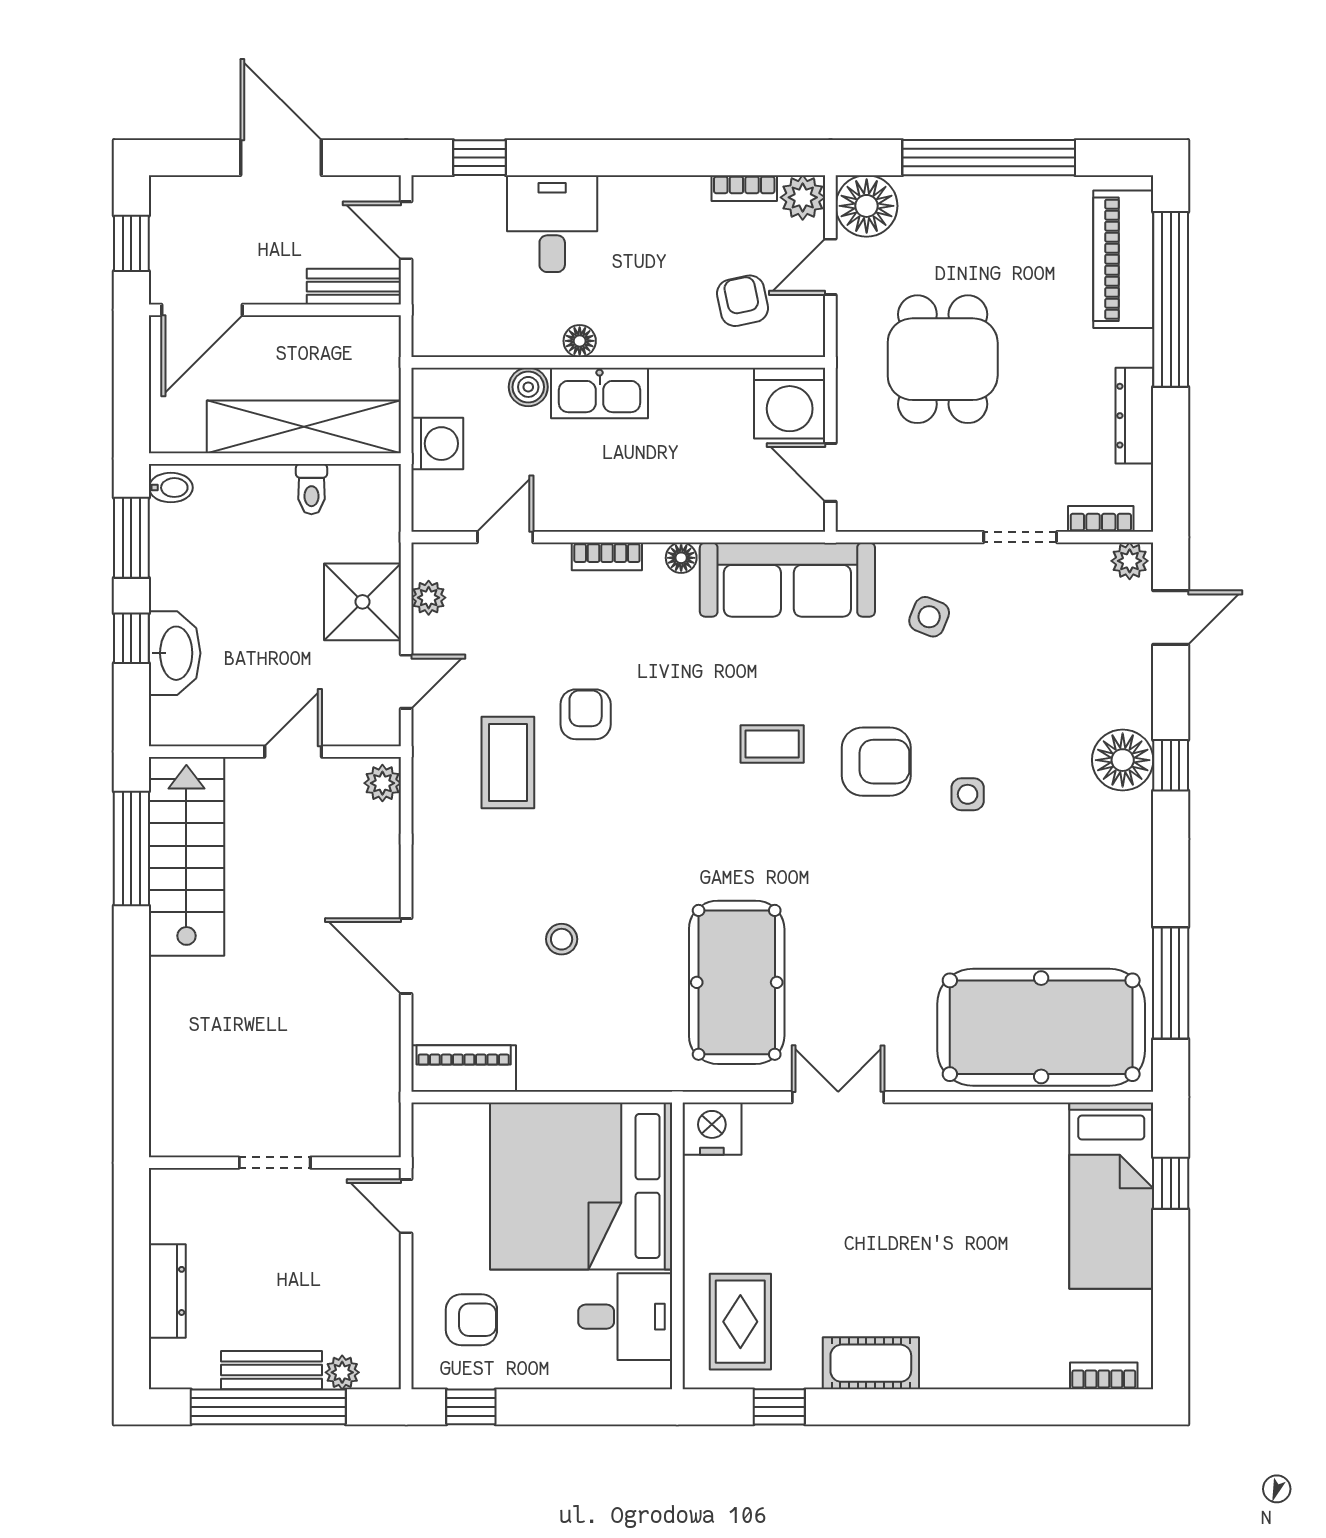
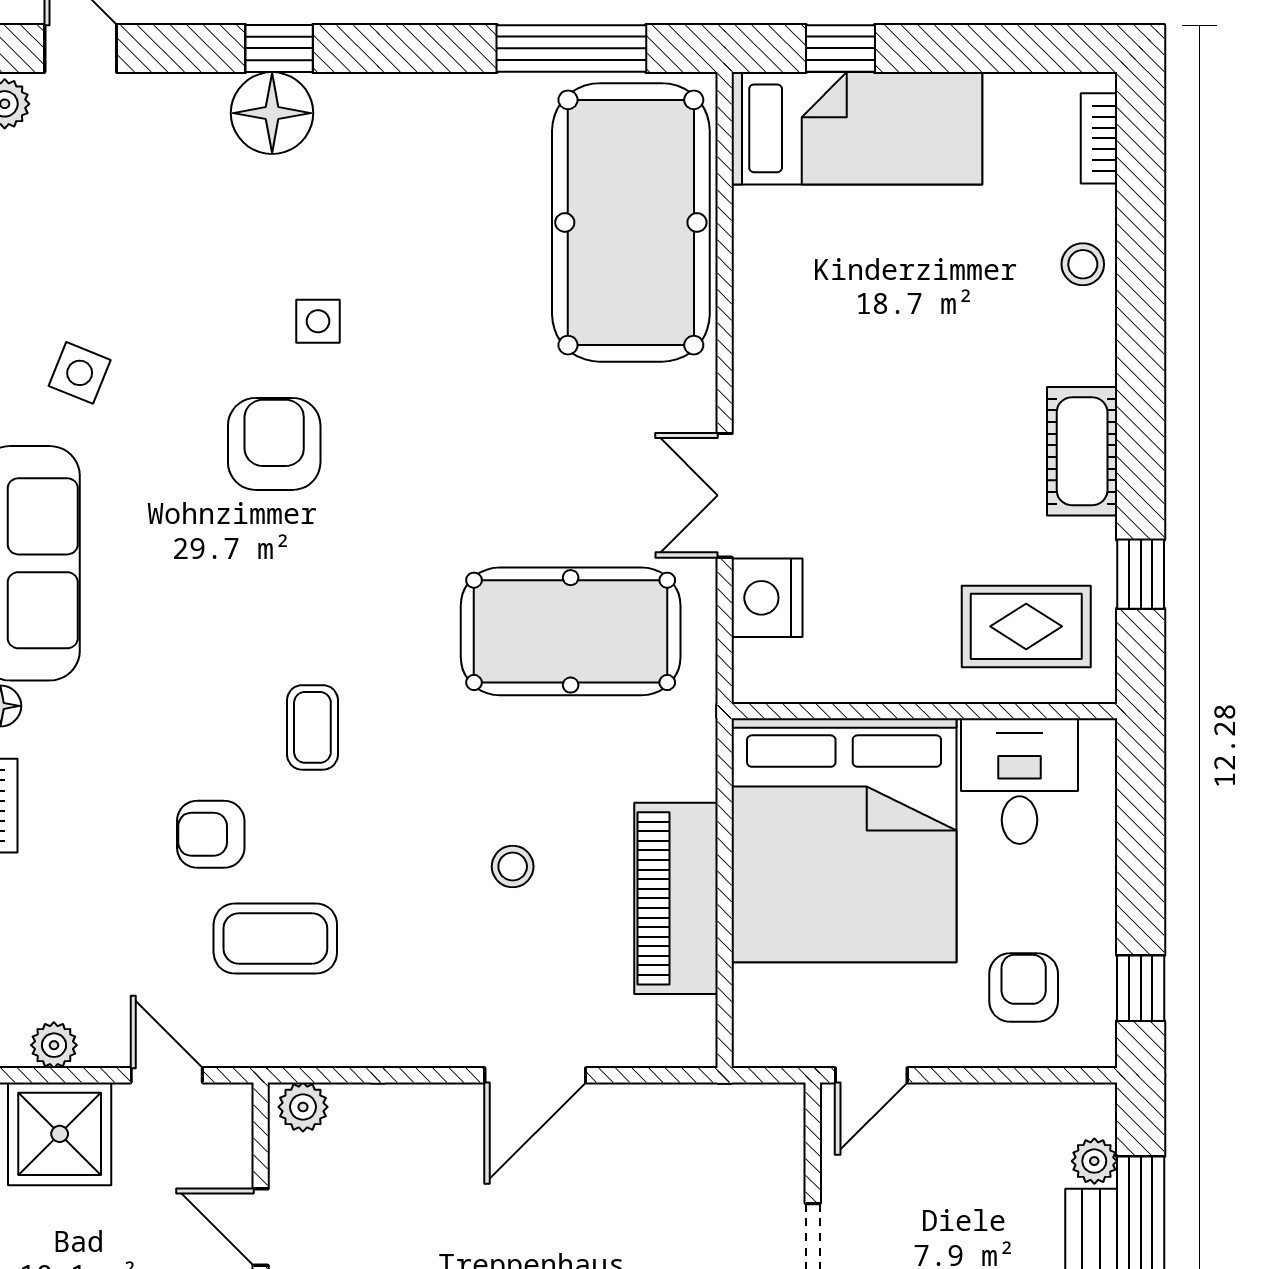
coffee table: (772, 744) -> (312, 727), moved
piano: (464, 1068) -> (676, 898), moved, width x1.37, depth x1.33
nightstand: (712, 1129) -> (767, 598), moved
stool: (1010, 1364) -> (1083, 264), added

